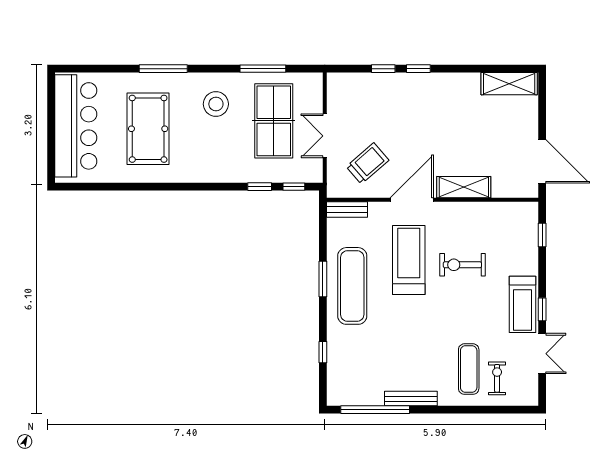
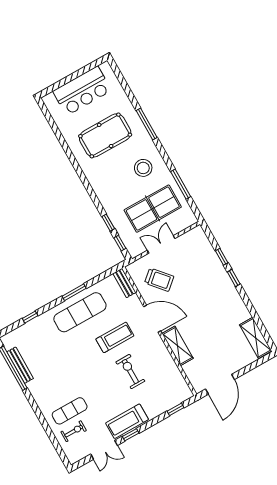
bar counter: (76, 126) -> (82, 91), width x0.73
treadmill: (409, 260) -> (115, 337), width x0.73, depth x0.73
bench: (411, 399) -> (20, 365), moved

